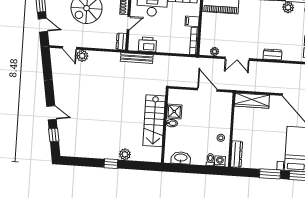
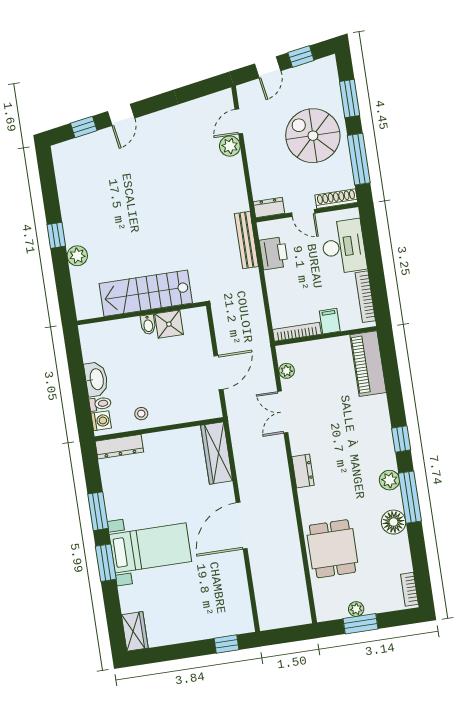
washbasin: (181, 158) -> (96, 379), moved

